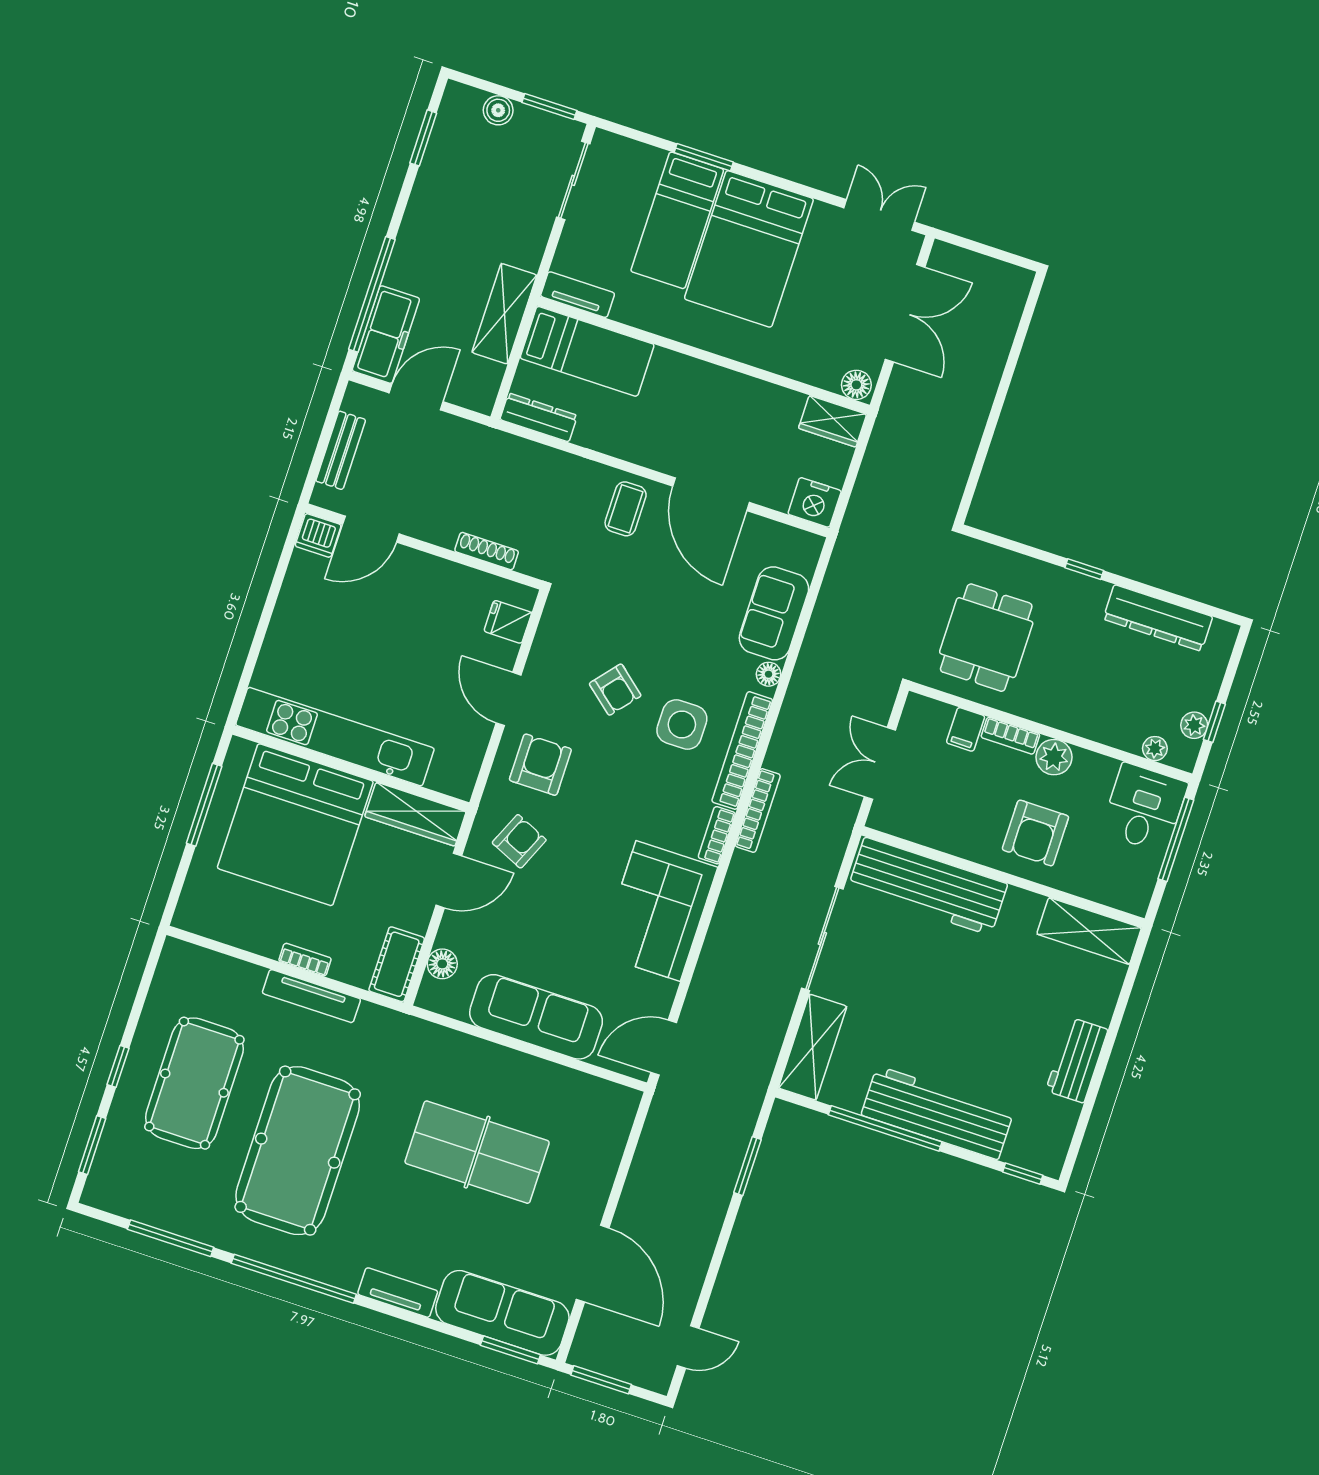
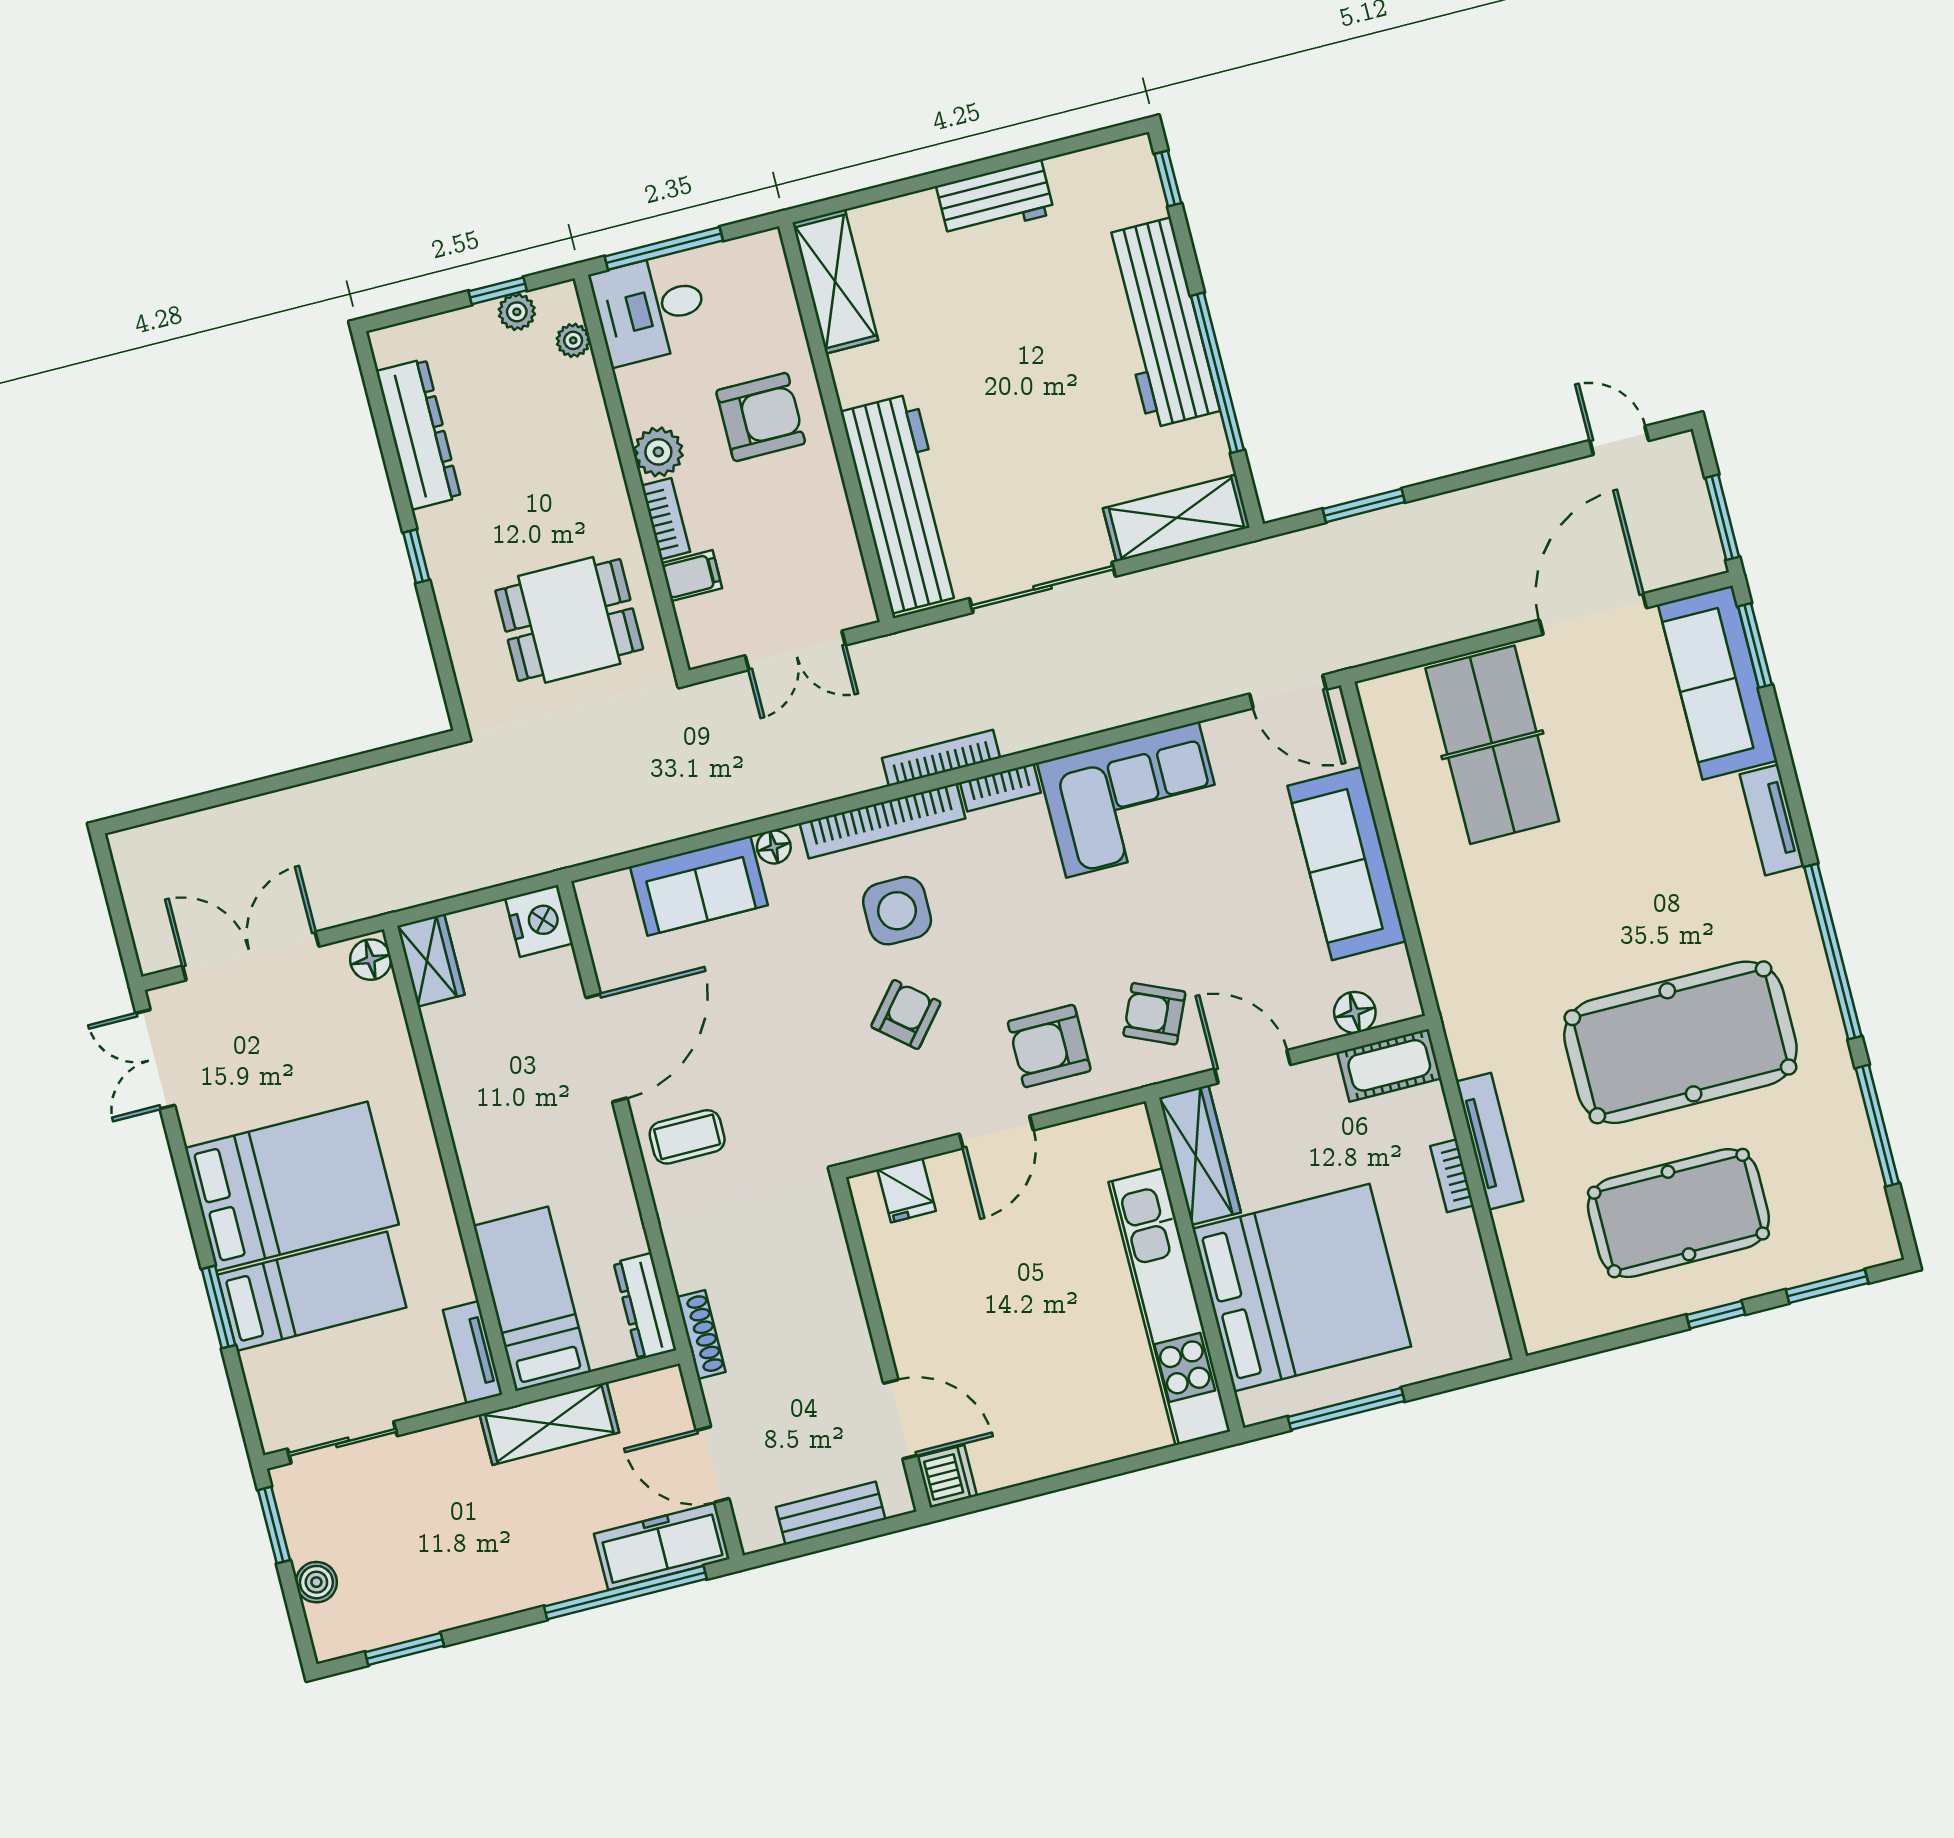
shoe rack: (487, 551) -> (701, 1335), moved, turned 180
table tennis table: (477, 1152) -> (1492, 745), moved

